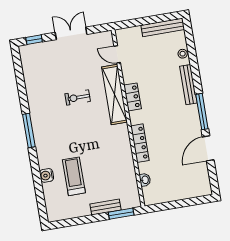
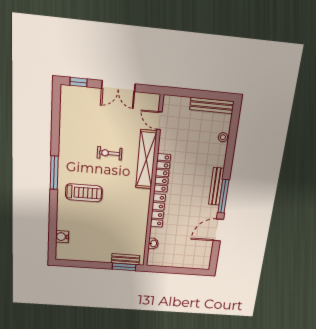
double door: (71, 33) -> (118, 86), swing flipped
bench: (188, 85) -> (216, 186), moved
locker: (133, 97) -> (162, 173), width x1.53
water cooler: (47, 175) -> (62, 237), moved
treadmill: (74, 176) -> (84, 193), moved, turned 90
bench: (105, 207) -> (126, 259), moved

